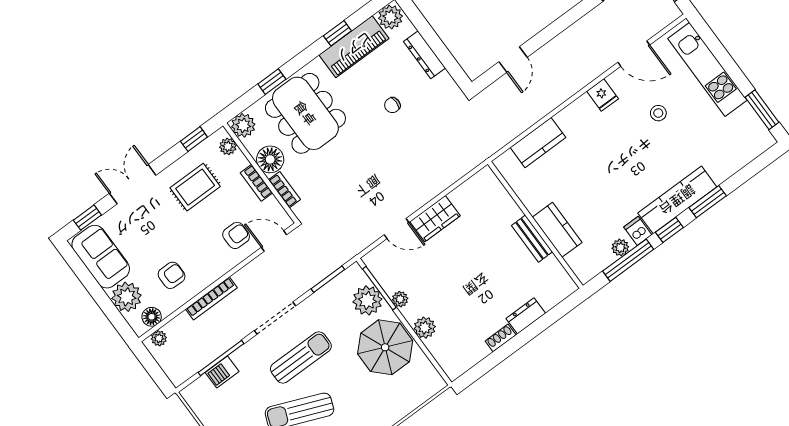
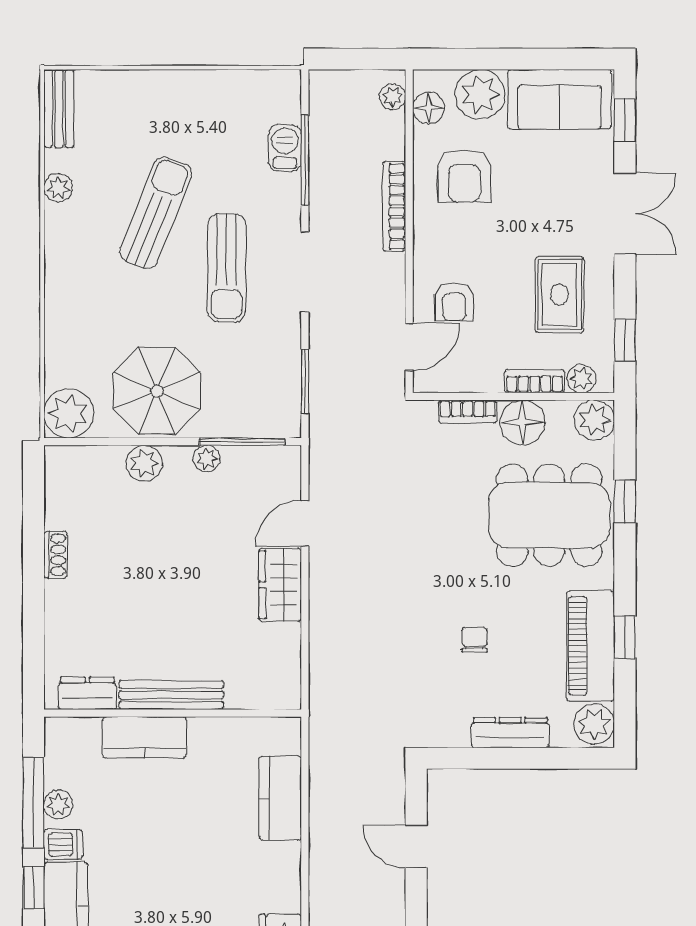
bookcase: (257, 183) -> (535, 381), moved
bench: (532, 239) -> (171, 695), width x1.36
armchair: (172, 275) -> (464, 176), width x1.38, depth x1.38
plant: (367, 300) -> (69, 413), moved
dresser: (526, 316) -> (87, 693), moved, turned -90

